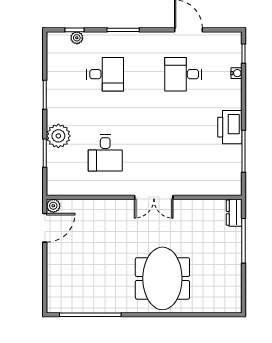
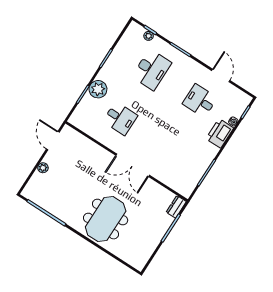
desk: (105, 74) -> (152, 70), width x1.37
printer: (230, 127) -> (220, 133), moved
desk: (105, 153) -> (120, 118), turned -90
double door: (154, 197) -> (133, 165), width x1.37
plant: (53, 206) -> (43, 168), moved
door: (45, 228) -> (53, 141), swing flipped

